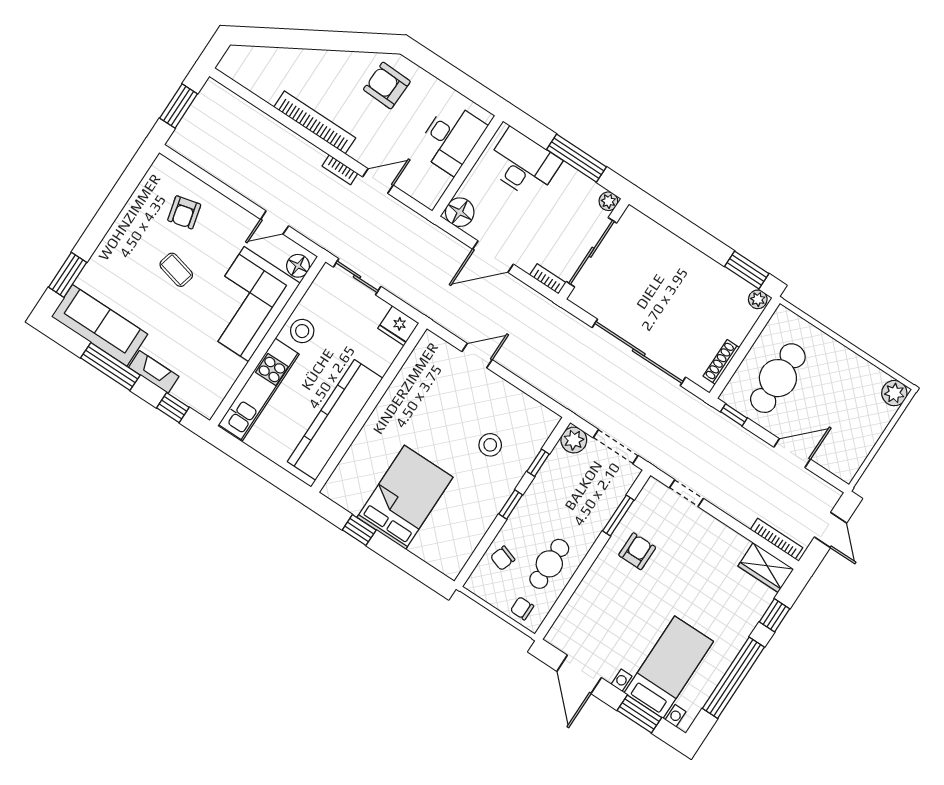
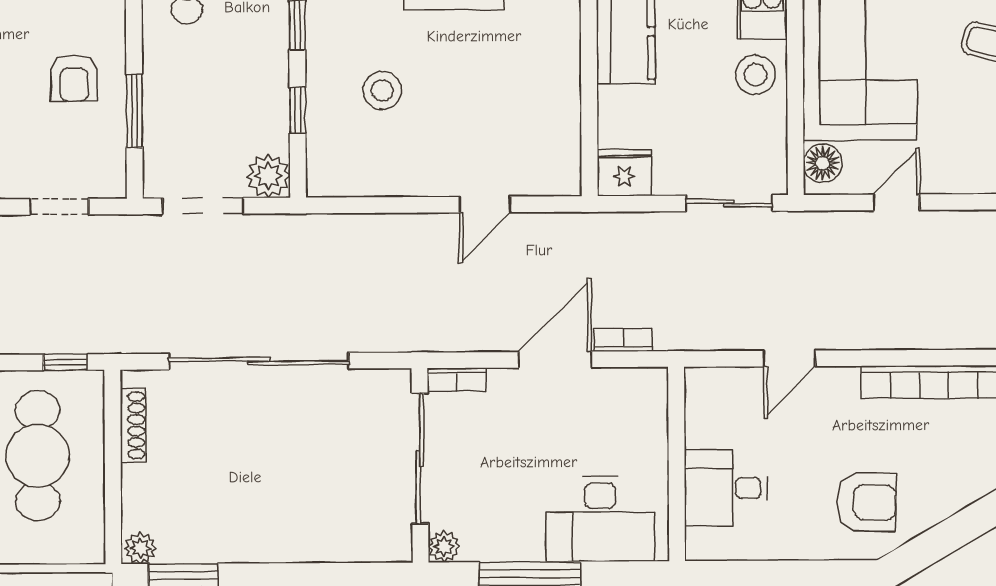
desk: (451, 138) -> (726, 488), width x0.73
bookcase: (340, 170) -> (623, 340), moved
floor lamp: (460, 212) -> (644, 391), removed

